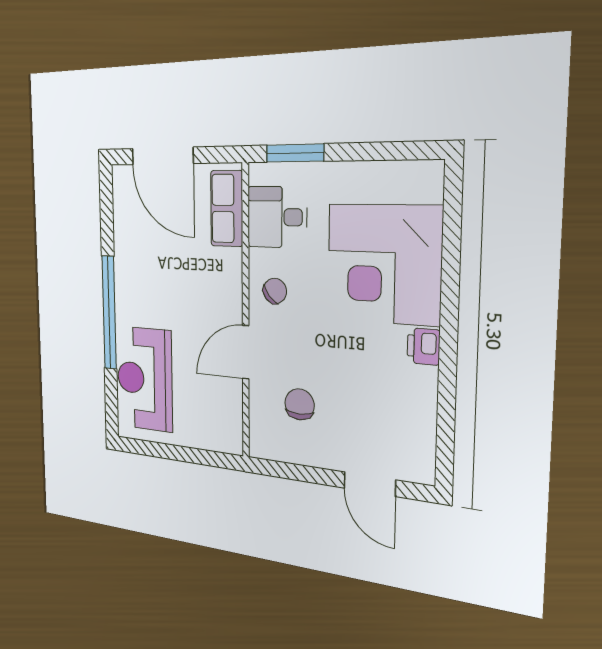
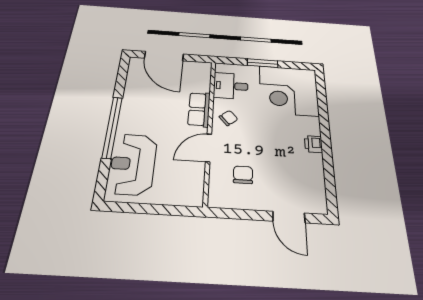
window: (295, 153) -> (263, 63), moved
row of seats: (227, 208) -> (199, 109), moved
corner desk: (384, 264) -> (289, 91), moved

